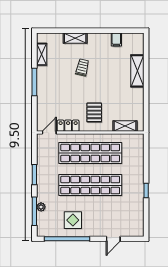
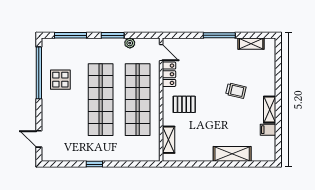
shelving: (75, 38) -> (270, 110), moved
plant: (41, 207) -> (130, 43), moved
door: (113, 239) -> (39, 139), moved

